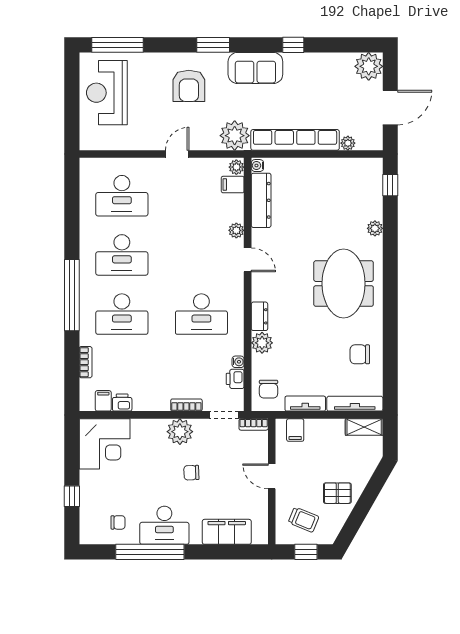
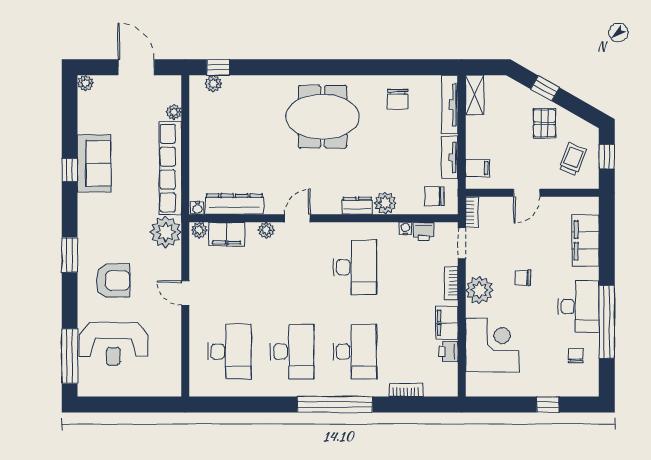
plant: (369, 66) -> (85, 83), width x0.53, depth x0.53
sofa: (255, 68) -> (94, 163), moved
reception desk: (107, 93) -> (113, 344), moved
filing cabinet: (233, 185) -> (227, 234), width x2.00
plant: (375, 228) -> (213, 83), moved
chair: (269, 389) -> (434, 196), turned 180
filing cabinet: (103, 401) -> (447, 323), moved, width x2.00
corner desk: (105, 444) -> (492, 345), moved
chair: (191, 473) -> (523, 278), turned 92
window: (370, 494) -> (545, 88), added

